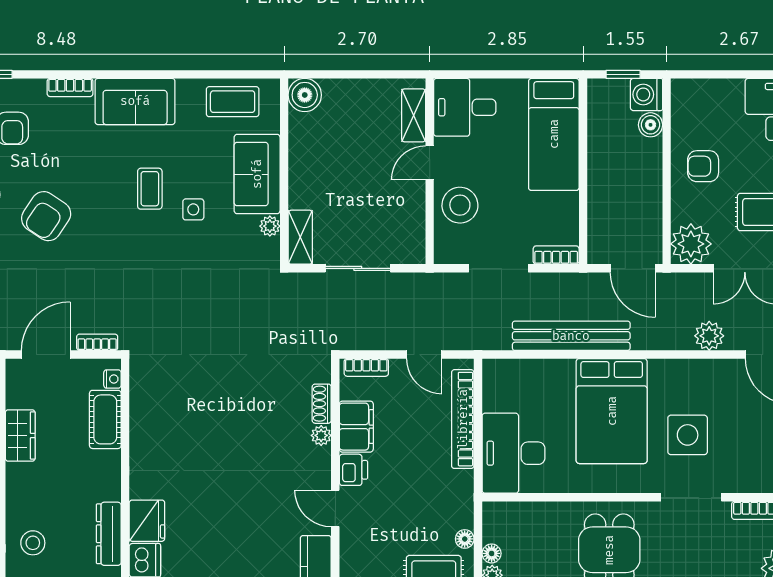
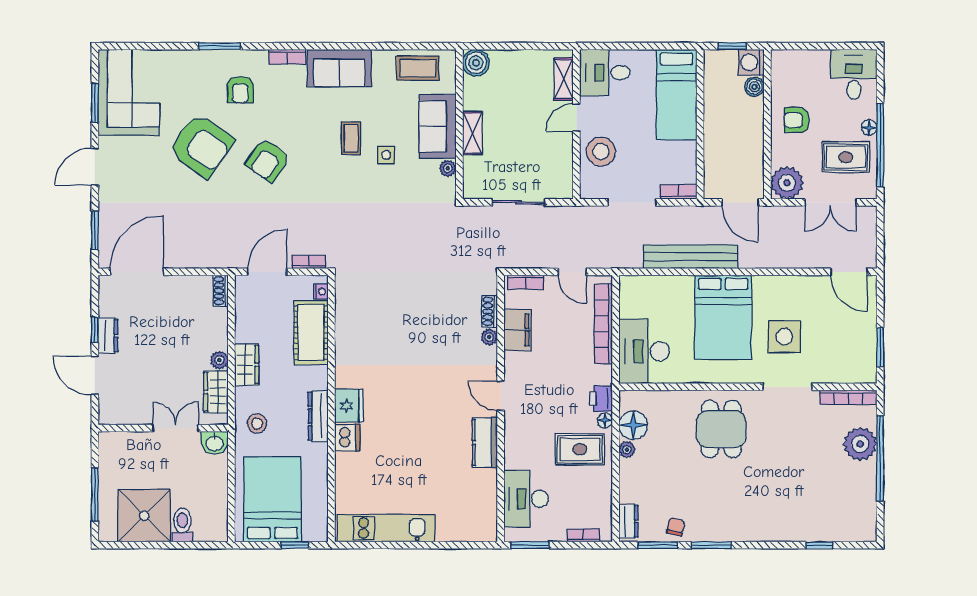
shelving: (300, 237) -> (472, 133), moved
plant: (709, 336) -> (802, 257), removed
cot: (105, 419) -> (311, 333), width x1.37, depth x1.34
wardrobe: (20, 435) -> (247, 365), moved
printer: (353, 470) -> (601, 399), moved, turned 180
floor lamp: (492, 553) -> (633, 425), width x1.89, depth x1.89

